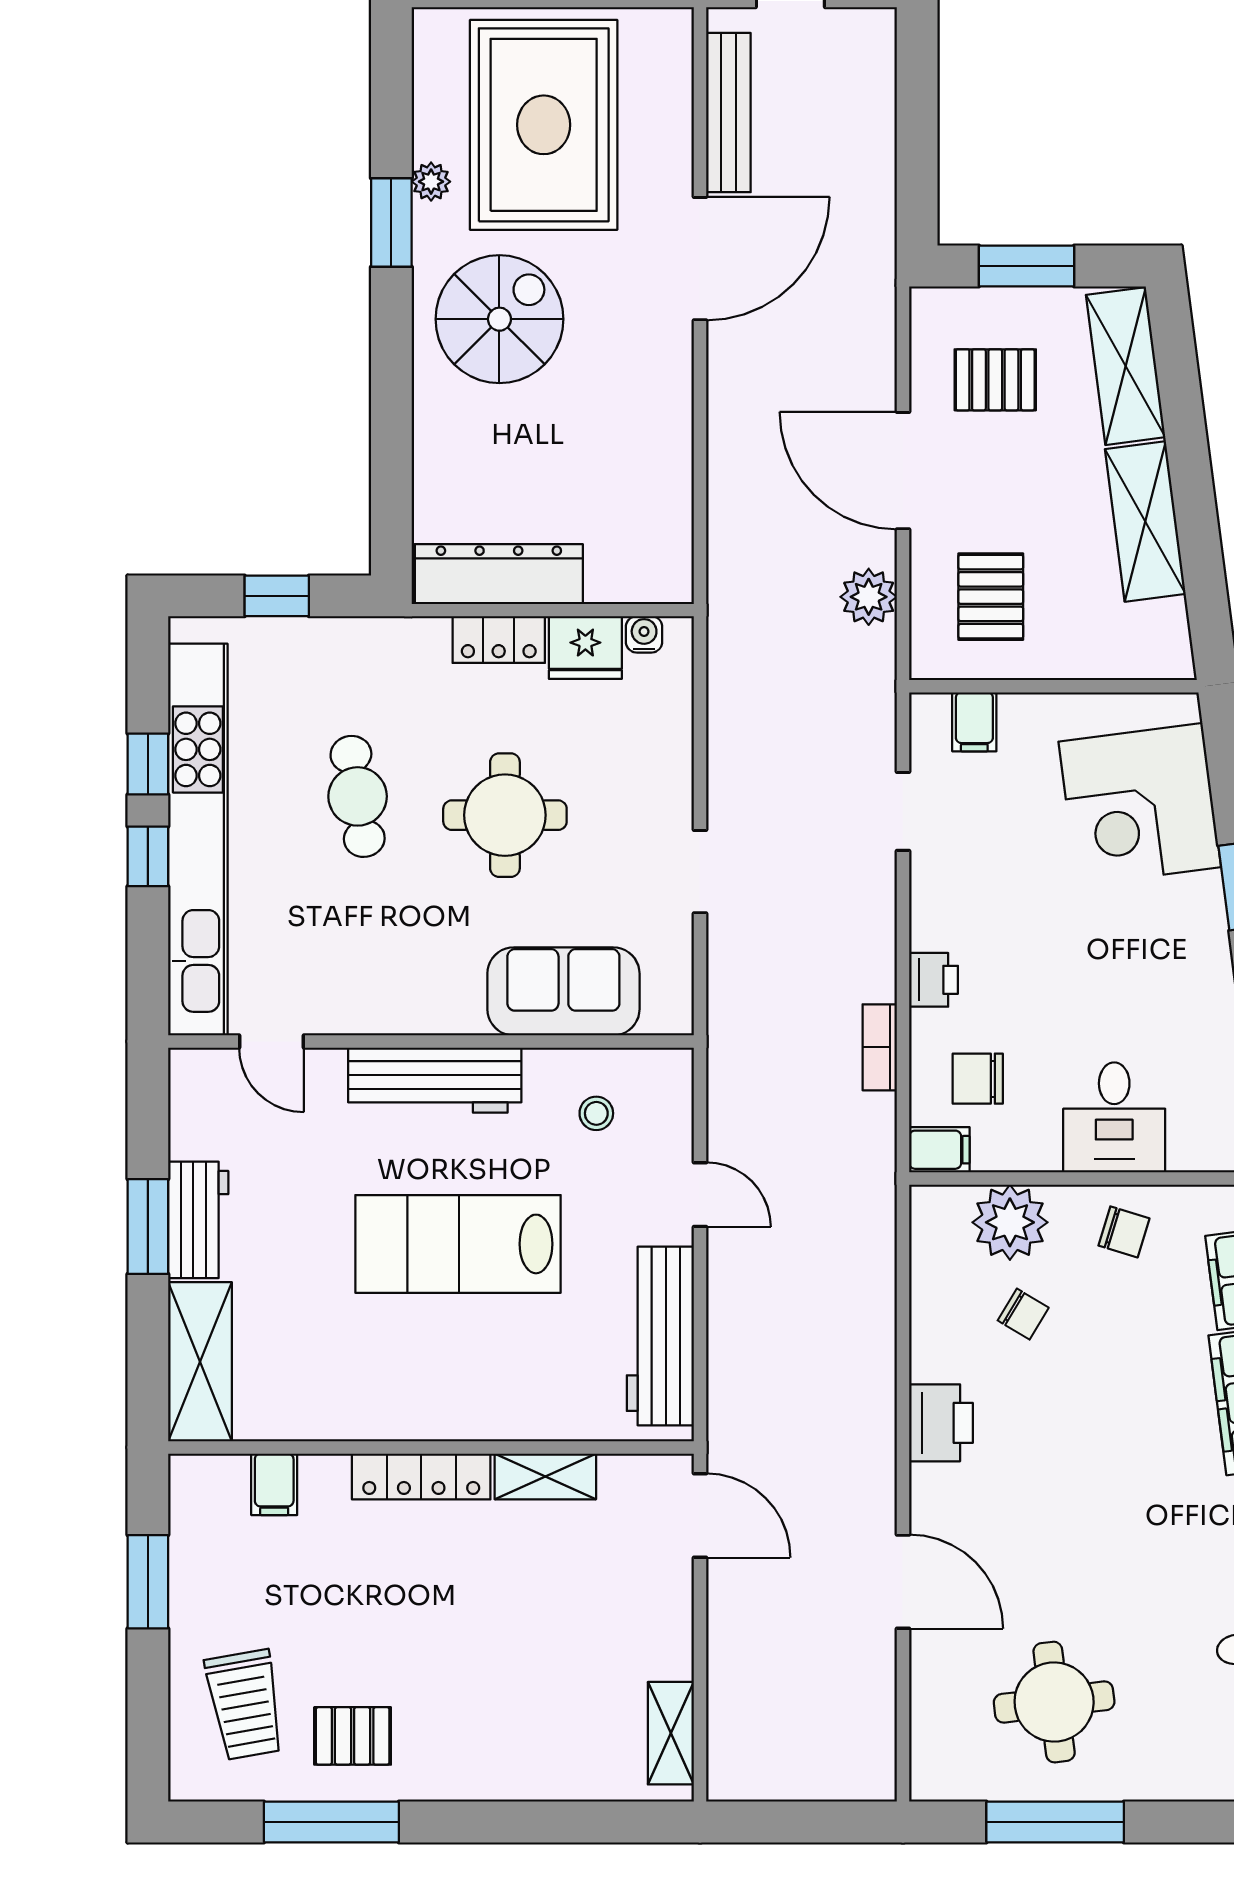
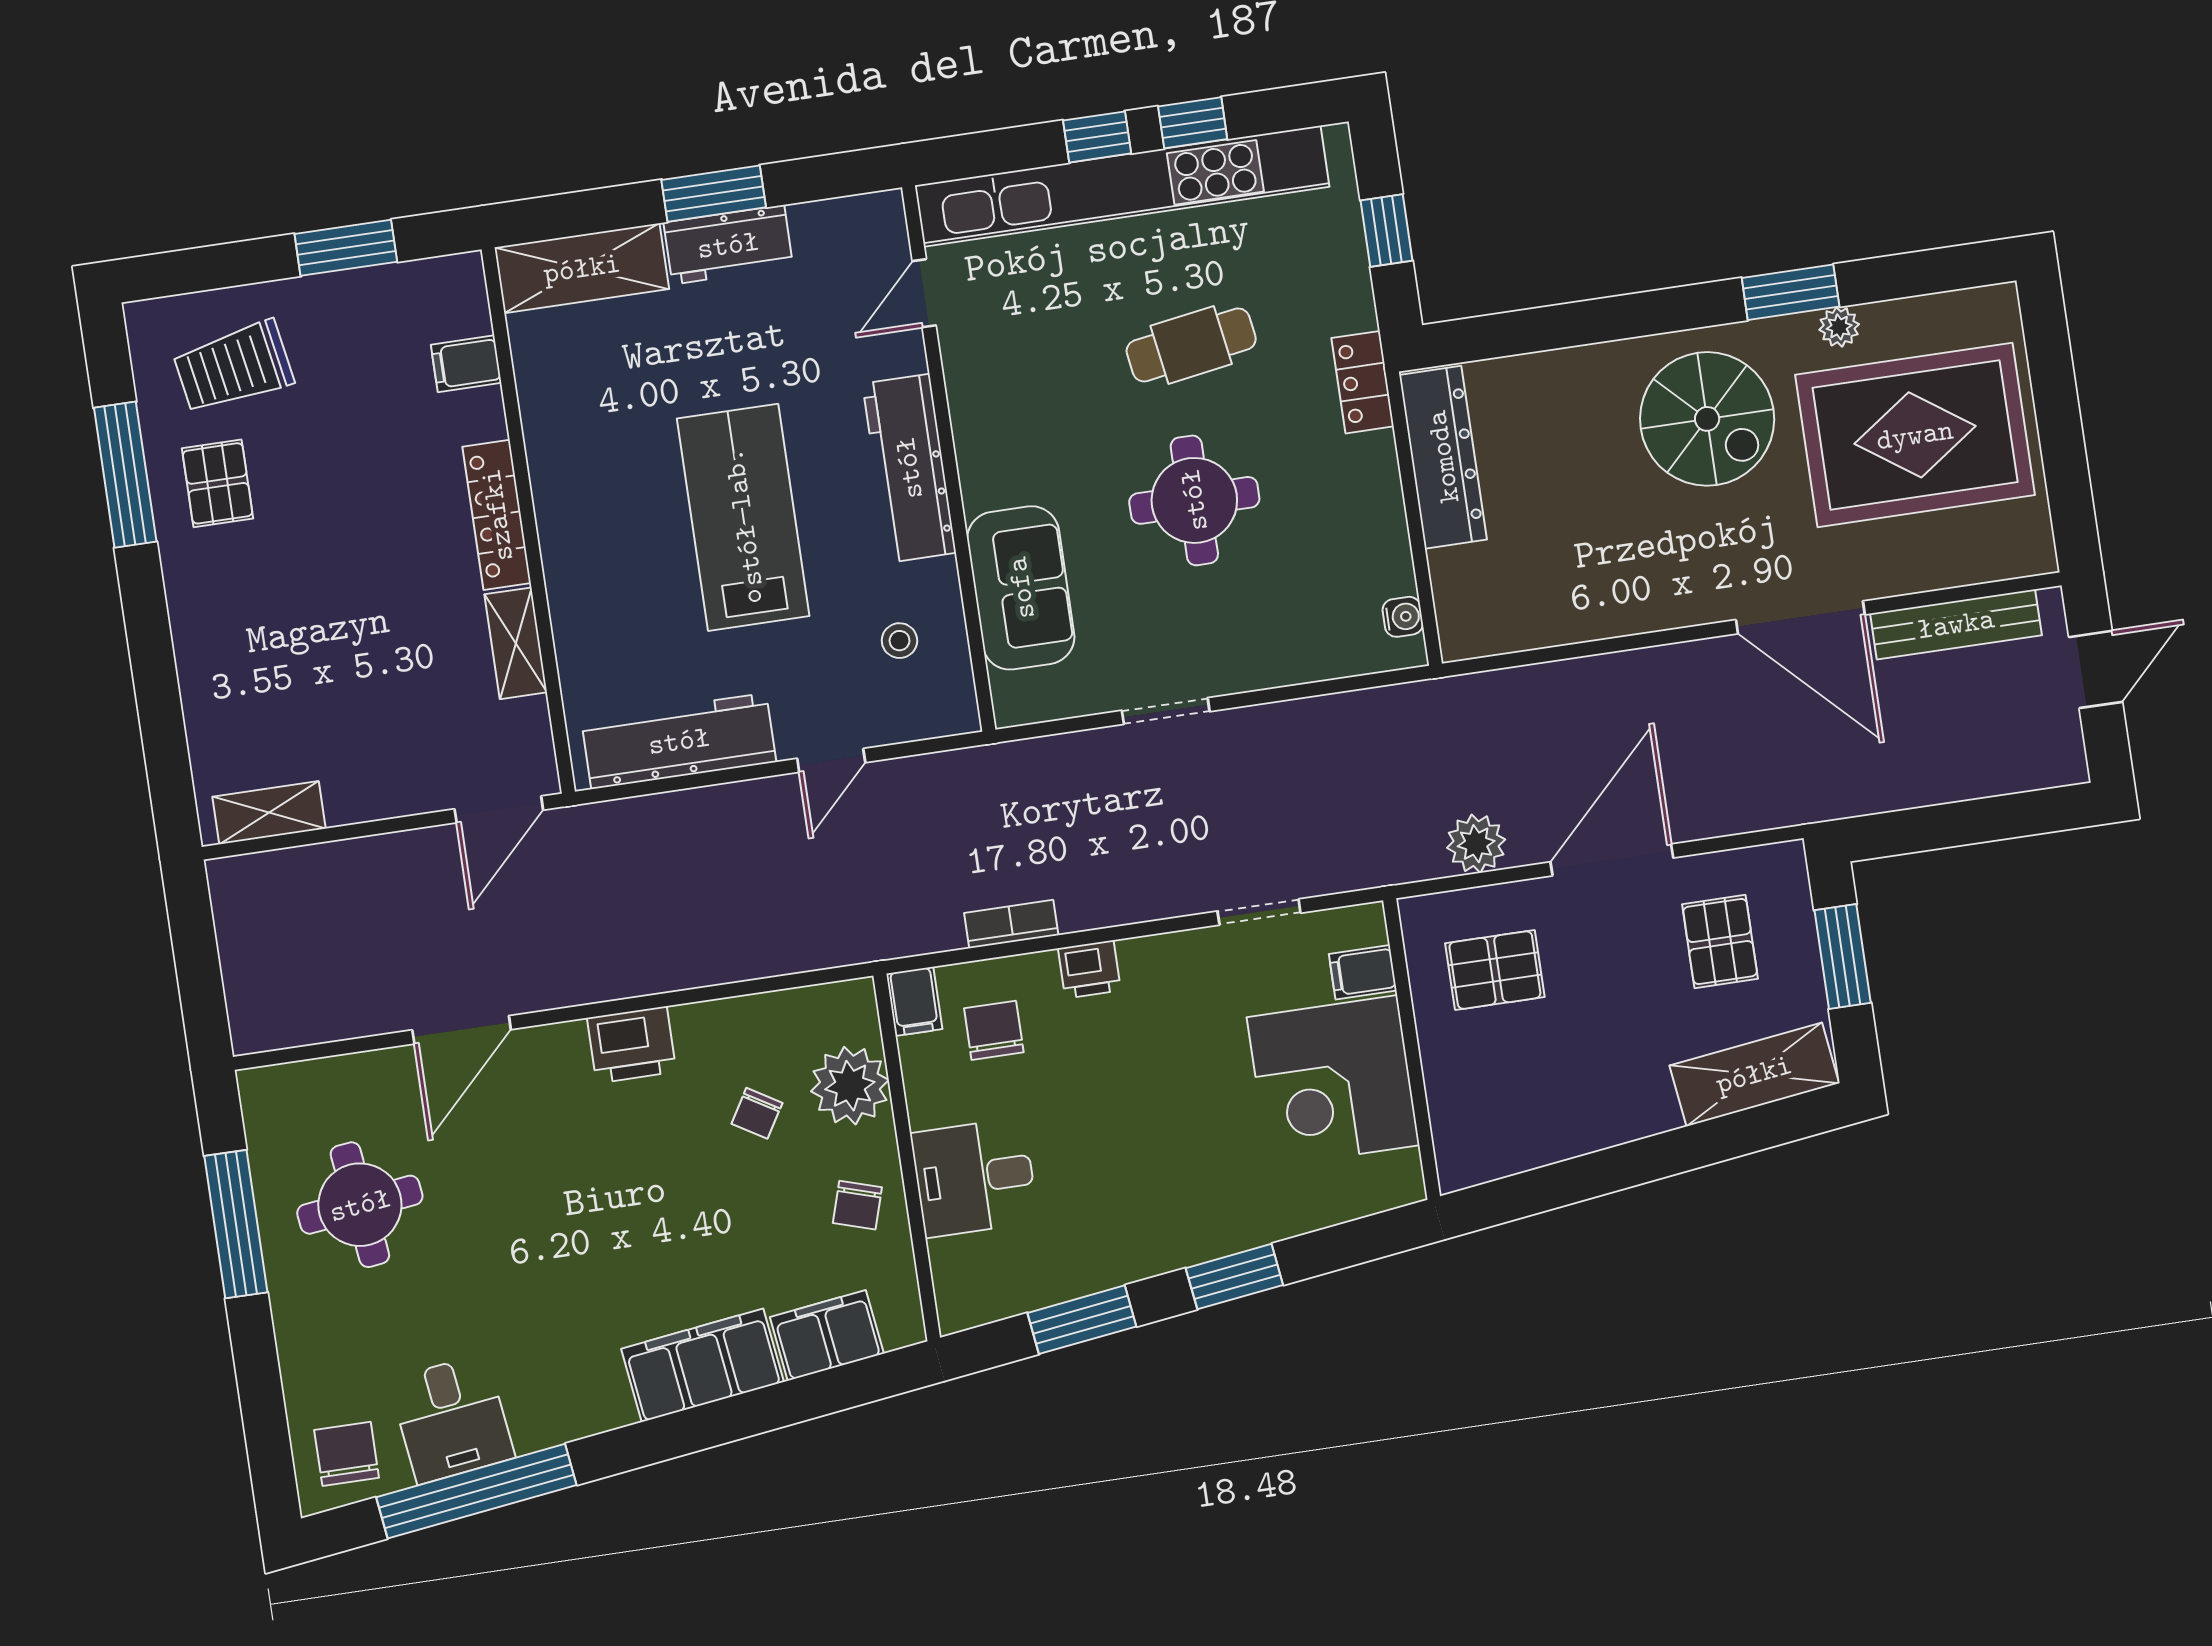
shelving: (1145, 522) -> (1596, 1119), removed
locker: (499, 640) -> (1363, 382), moved
fridge: (585, 648) -> (1380, 558), removed
corner desk: (1140, 804) -> (1333, 1081), moved, turned -83

